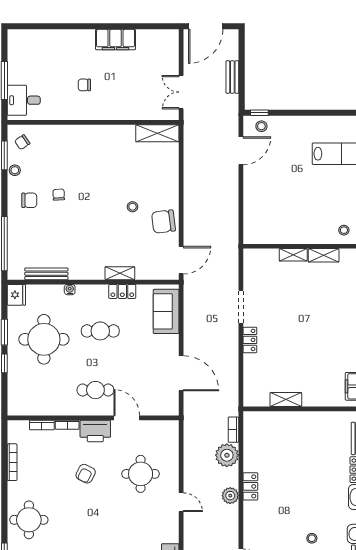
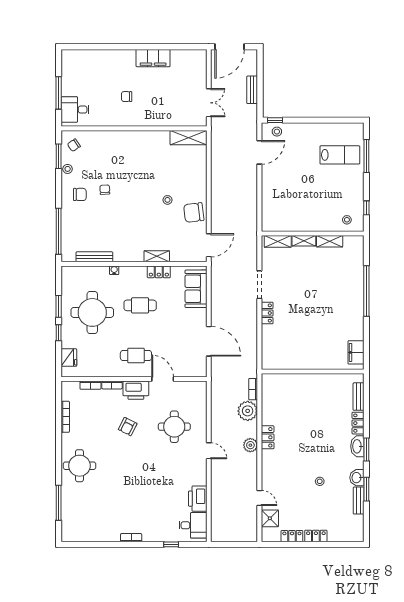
double door: (181, 92) -> (209, 103), swing flipped
fridge: (16, 295) -> (69, 358), moved
shelving: (286, 400) -> (278, 241), moved

